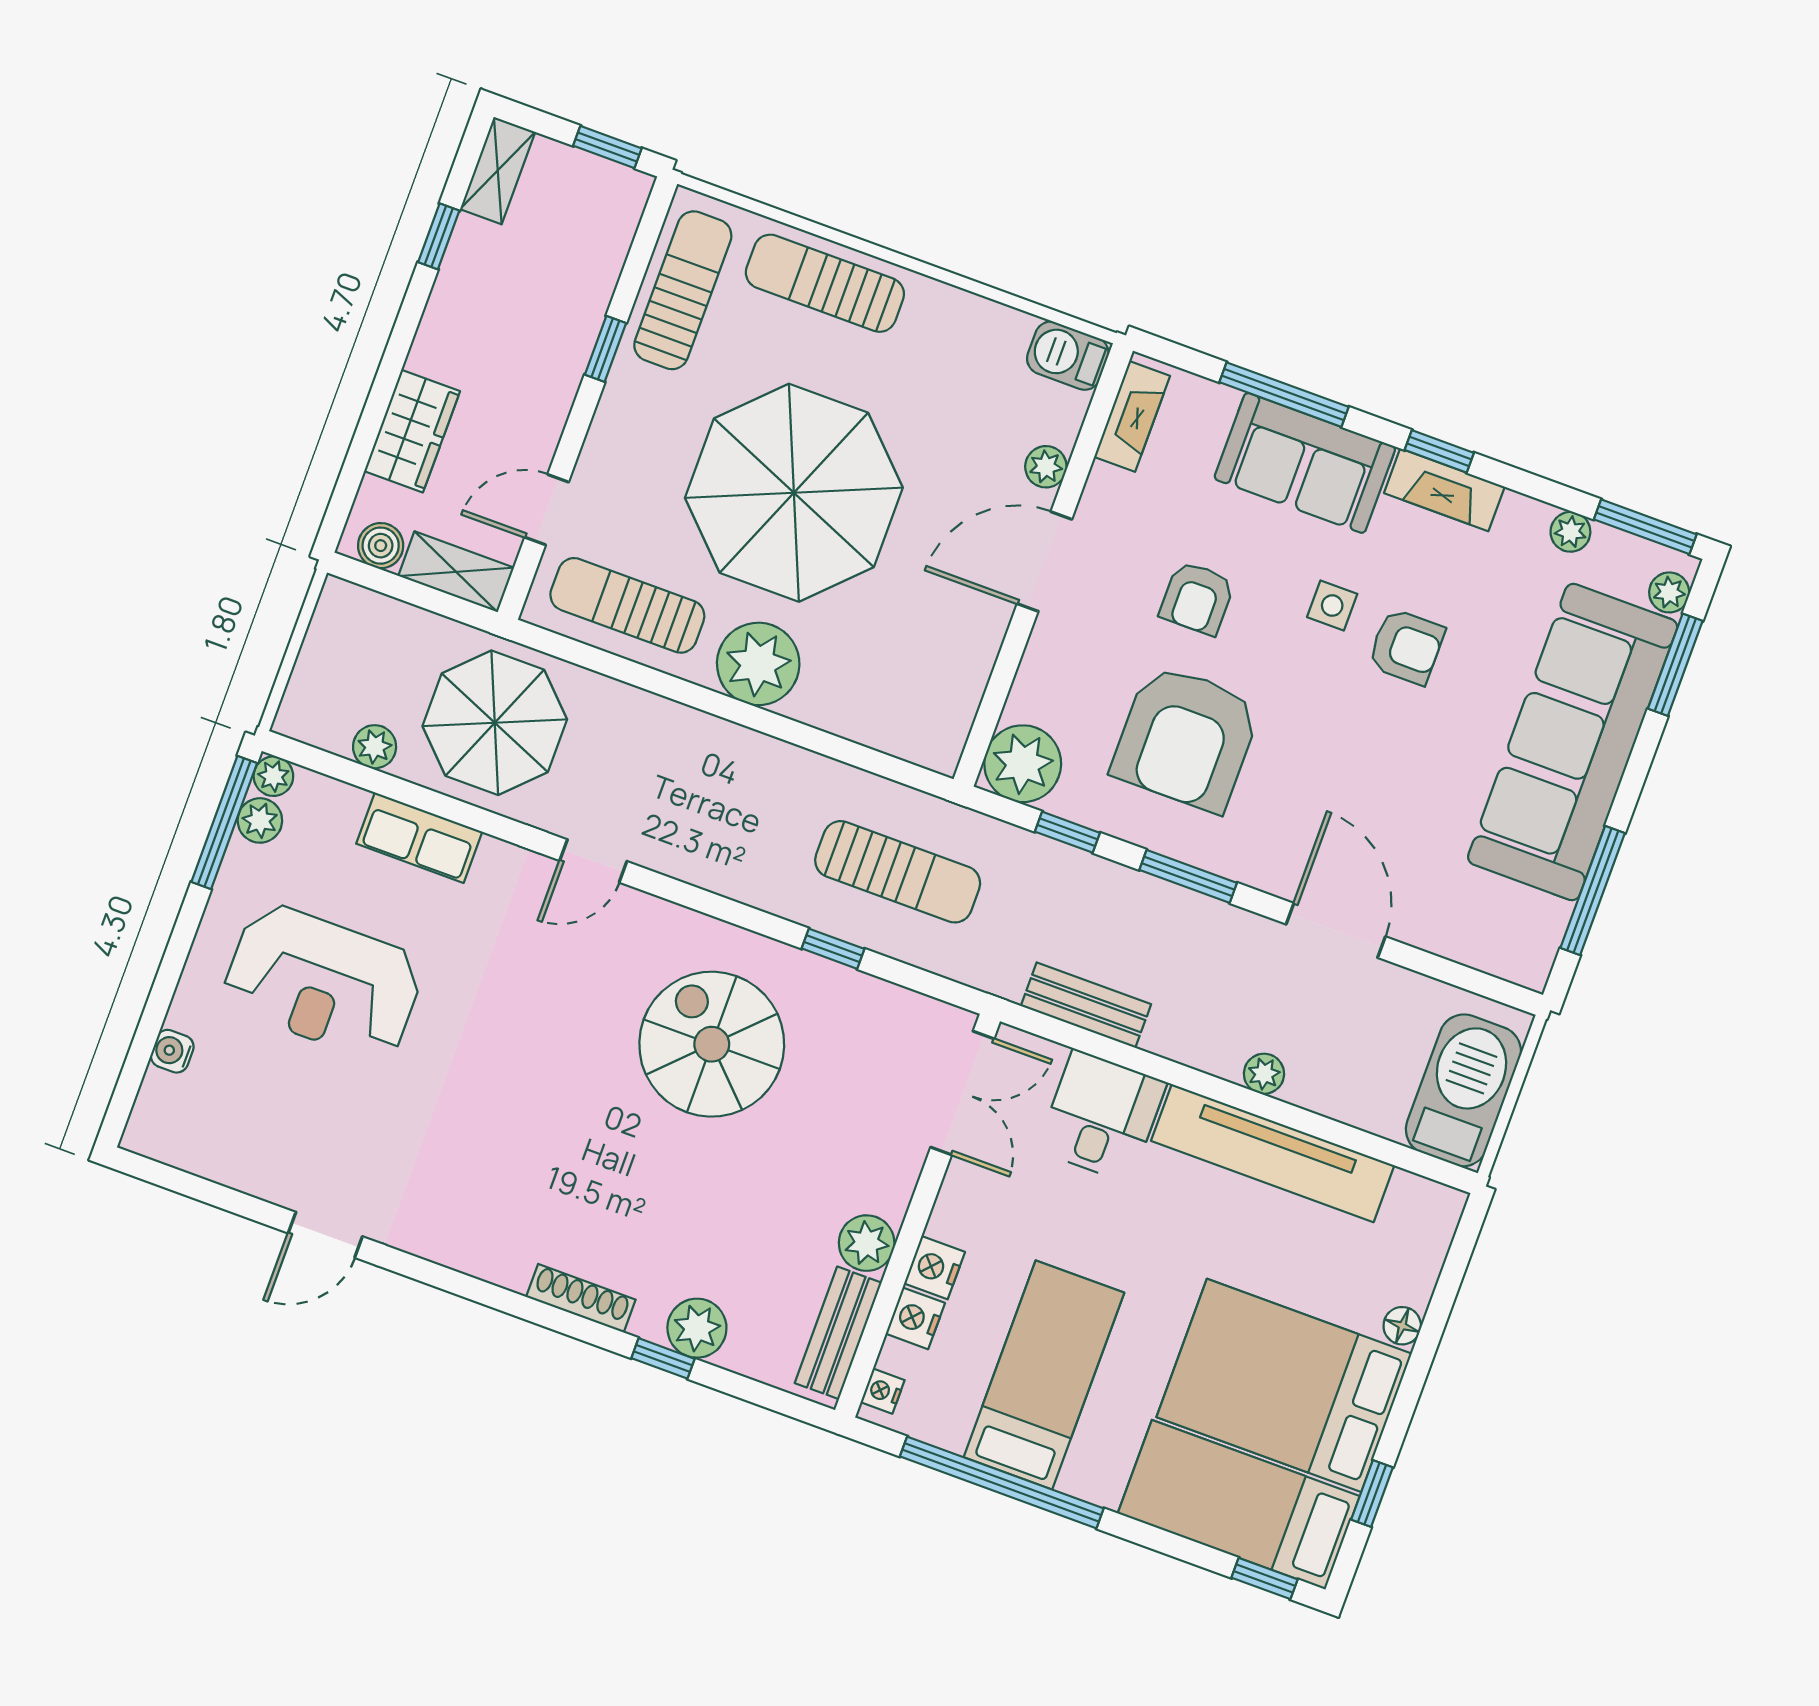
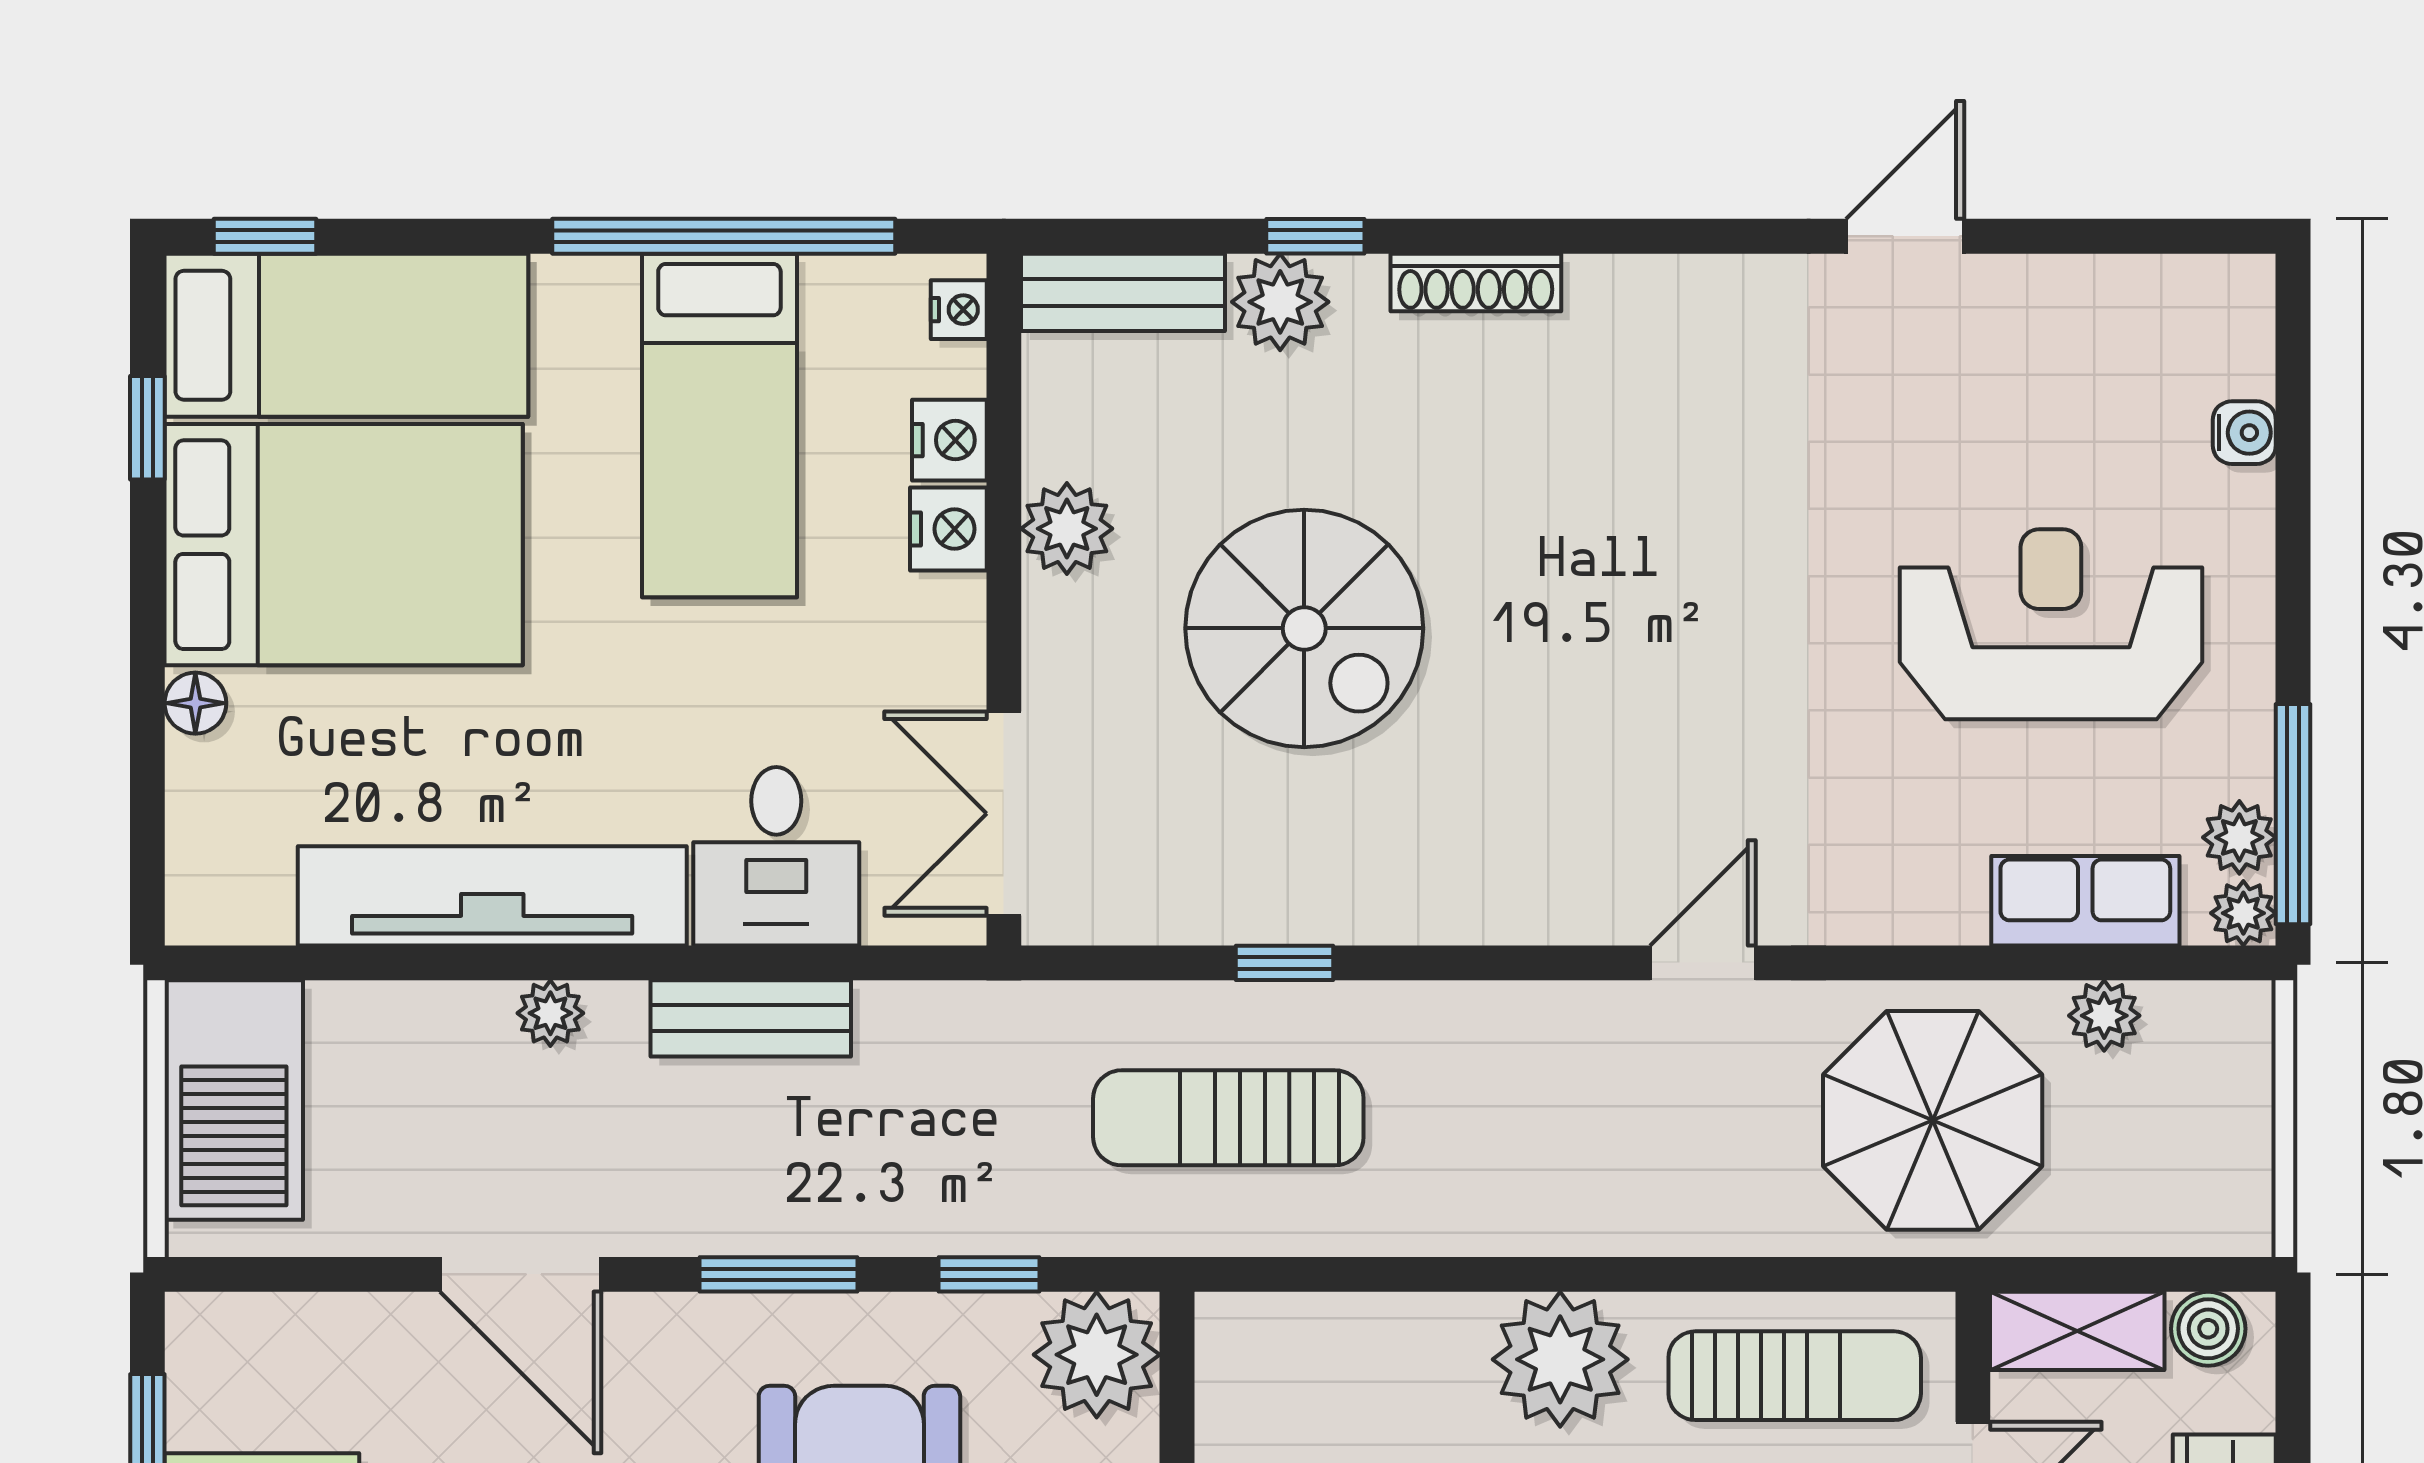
row of seats: (419, 838) -> (2085, 901), moved
bench: (1086, 1005) -> (751, 1018), moved
spiral stairs: (712, 1044) -> (1304, 628), moved
bench: (838, 1333) -> (1123, 292), moved, turned 90

